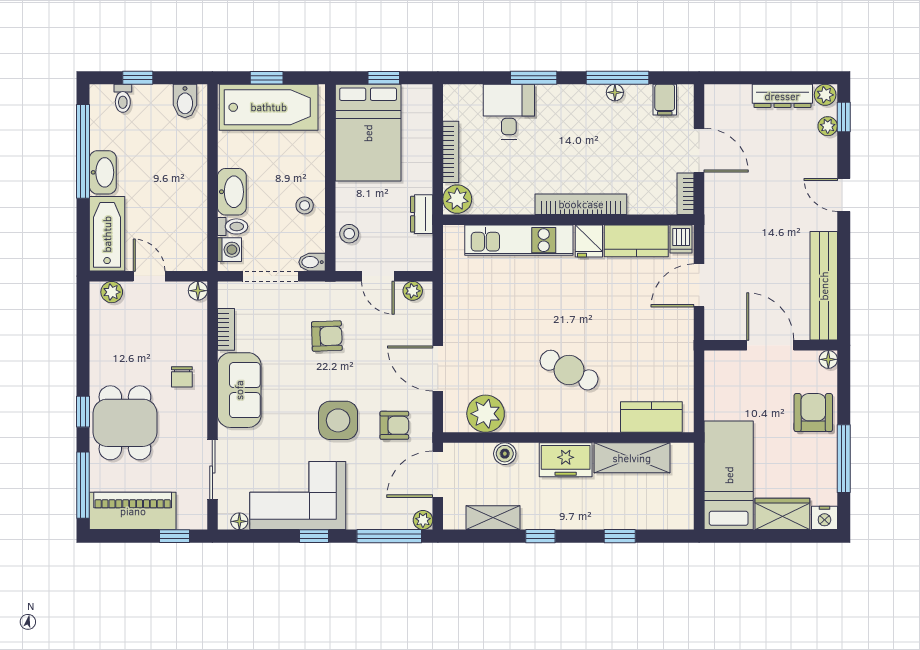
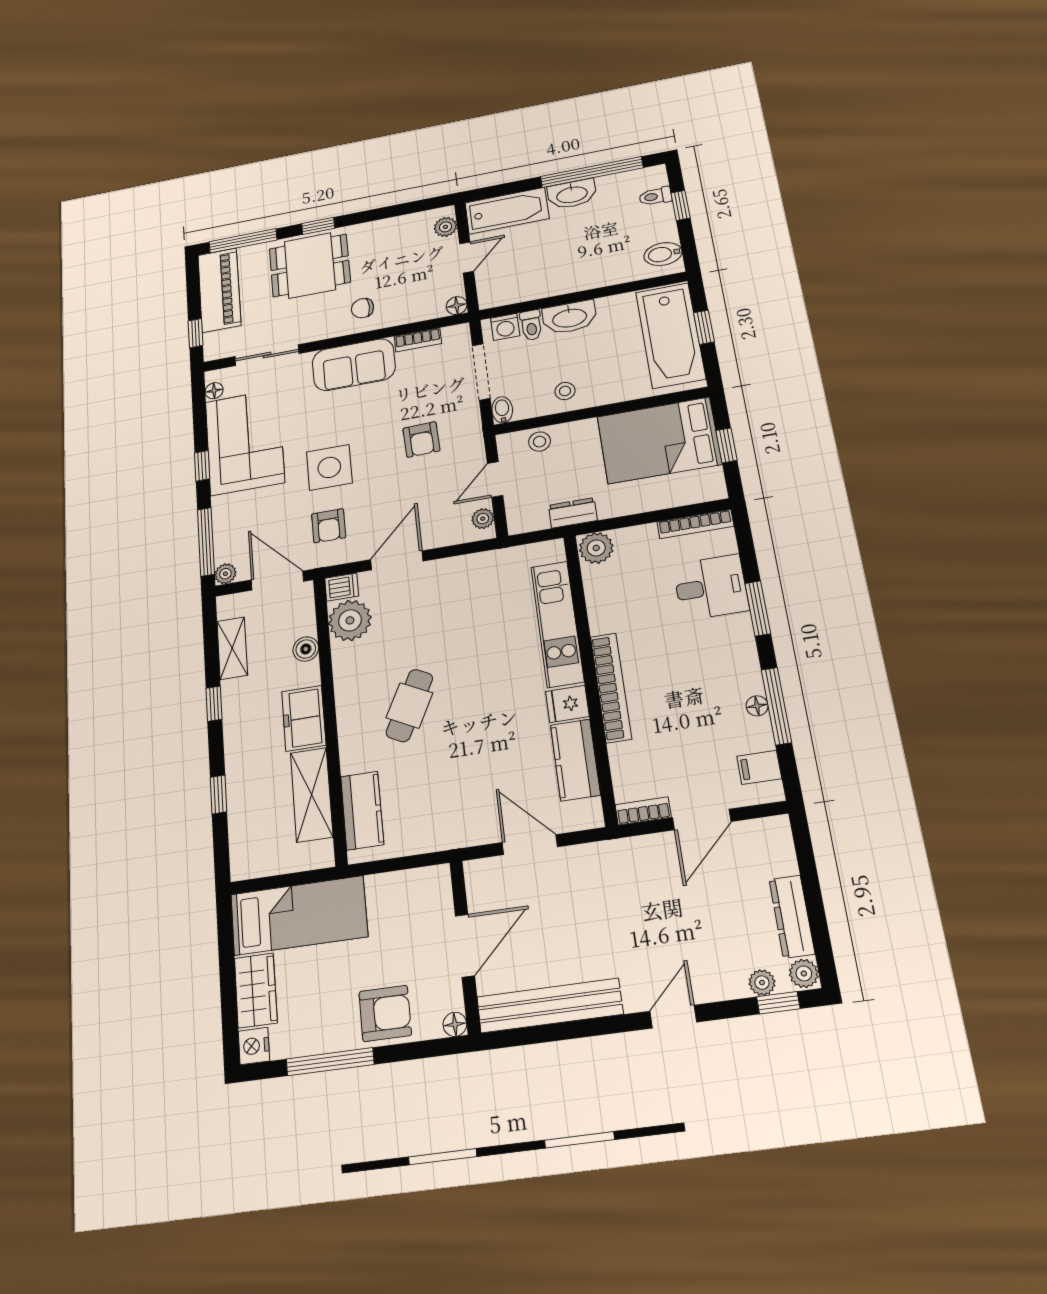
bookcase: (451, 152) -> (695, 524), moved
dishwasher: (681, 239) -> (342, 587), moved, turned 180

